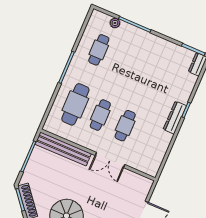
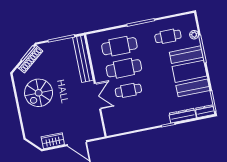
booth: (148, 52) -> (190, 71), added
cafe table: (100, 115) -> (124, 68), width x1.37, depth x1.35
dresser: (175, 118) -> (183, 116), moved
double door: (110, 160) -> (98, 96), swing flipped

